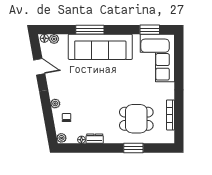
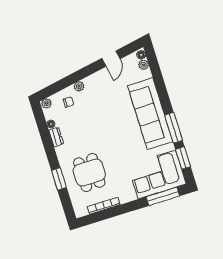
window: (90, 30) -> (174, 128), moved
window: (179, 59) -> (163, 196), added

